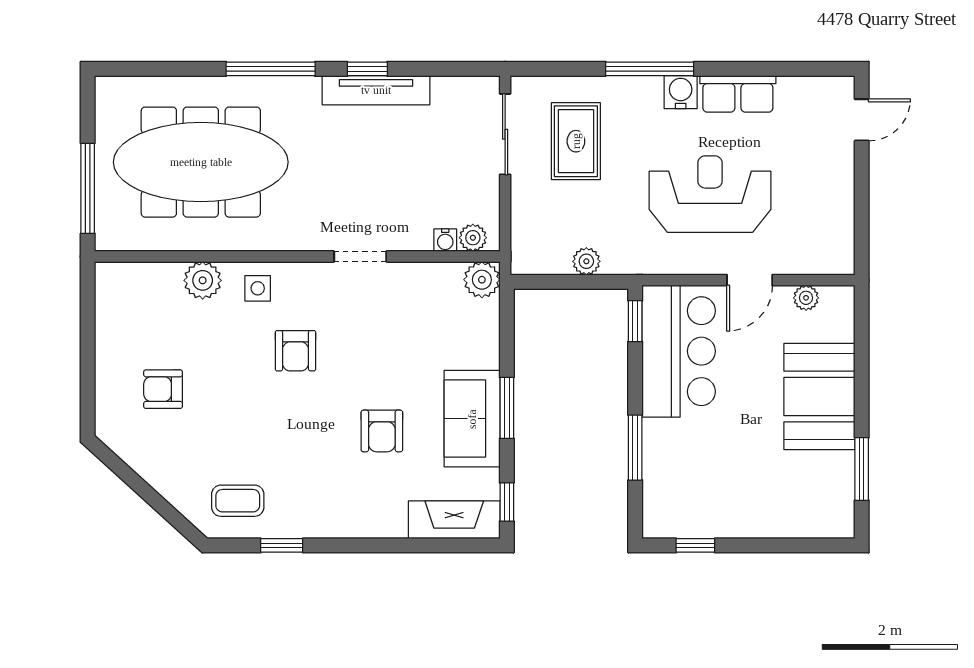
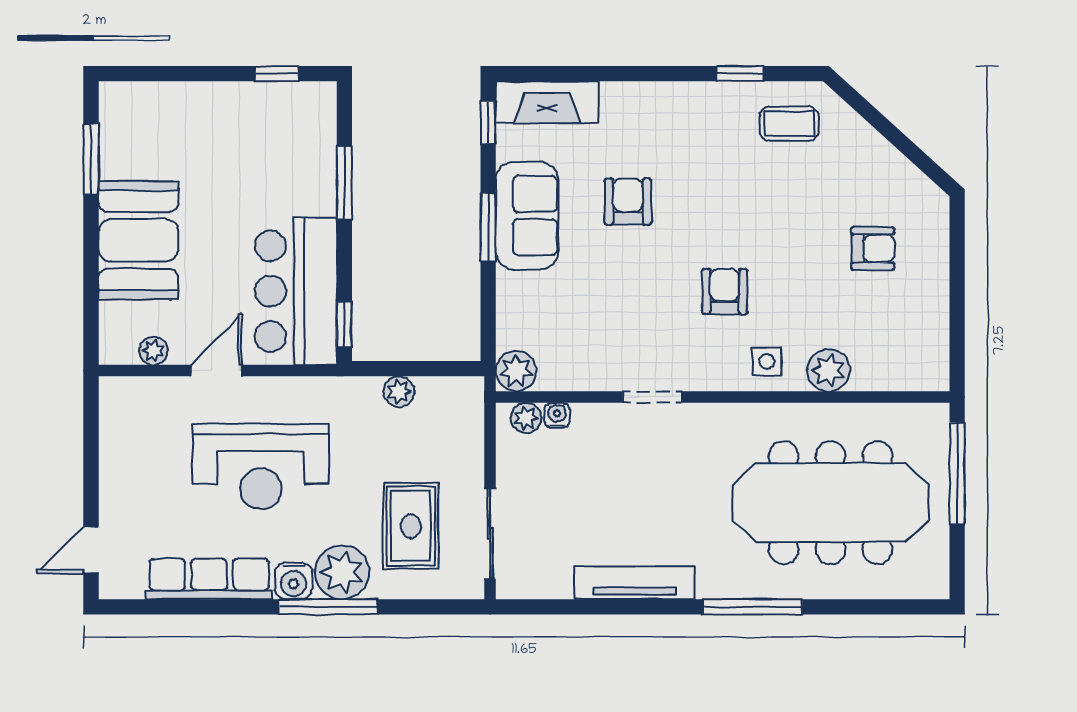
window: (367, 69) -> (644, 607), removed
row of seats: (738, 94) -> (209, 579), width x1.48
plant: (637, 100) -> (342, 572), added

